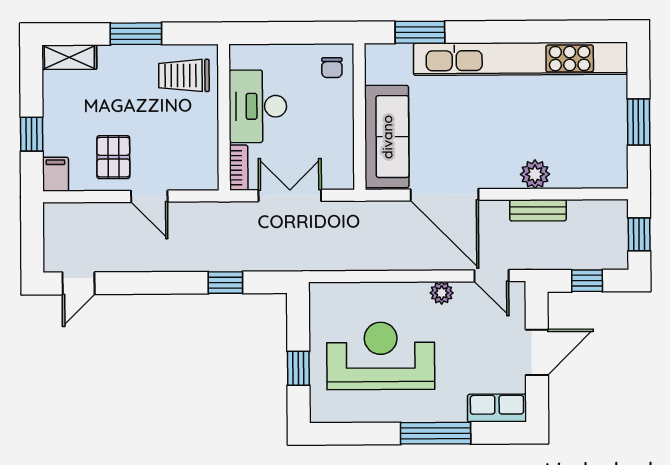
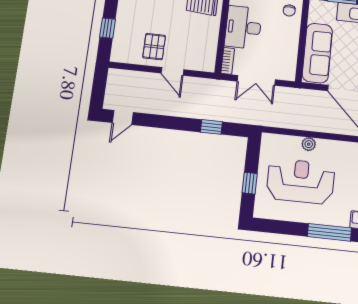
filing cabinet: (56, 174) -> (118, 52), removed
double door: (290, 196) -> (256, 80), swing flipped
plant: (442, 293) -> (309, 144), moved

